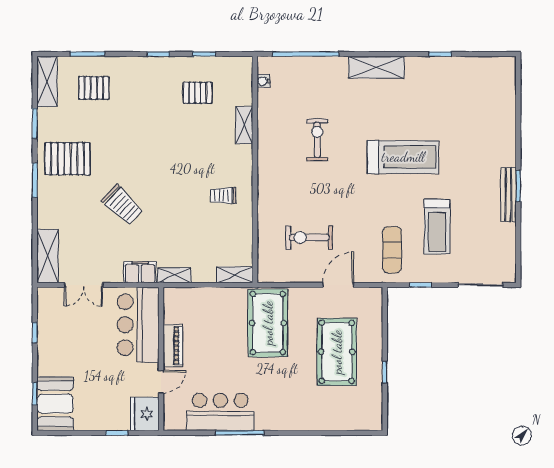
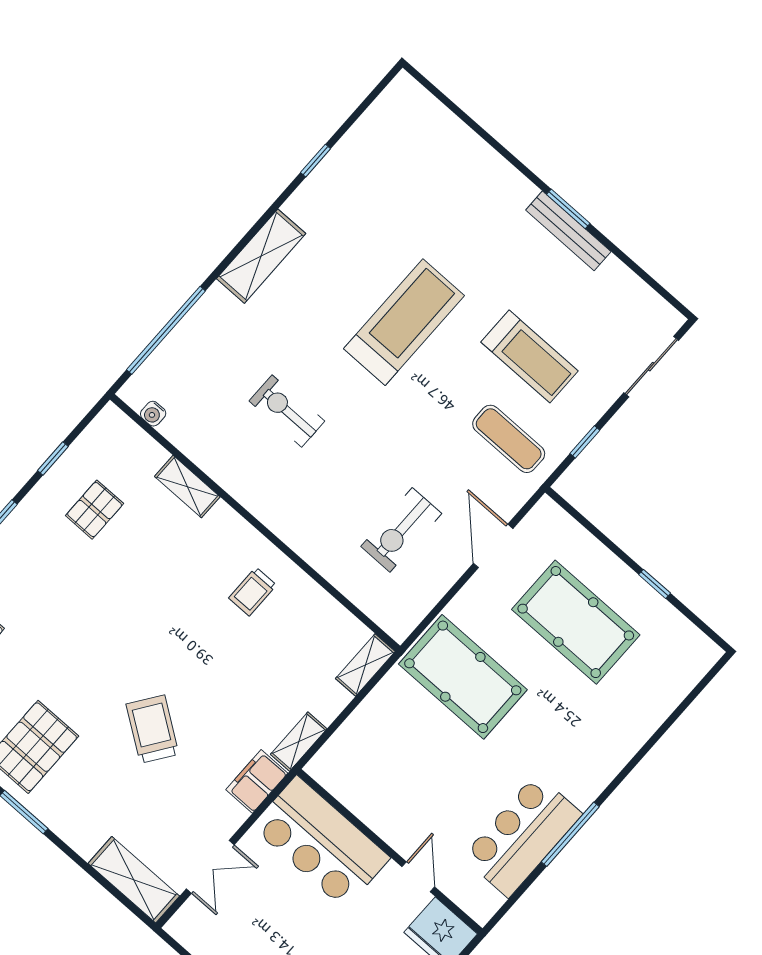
trolley: (122, 205) -> (152, 729), turned -99
piano: (173, 346) -> (386, 822), removed

